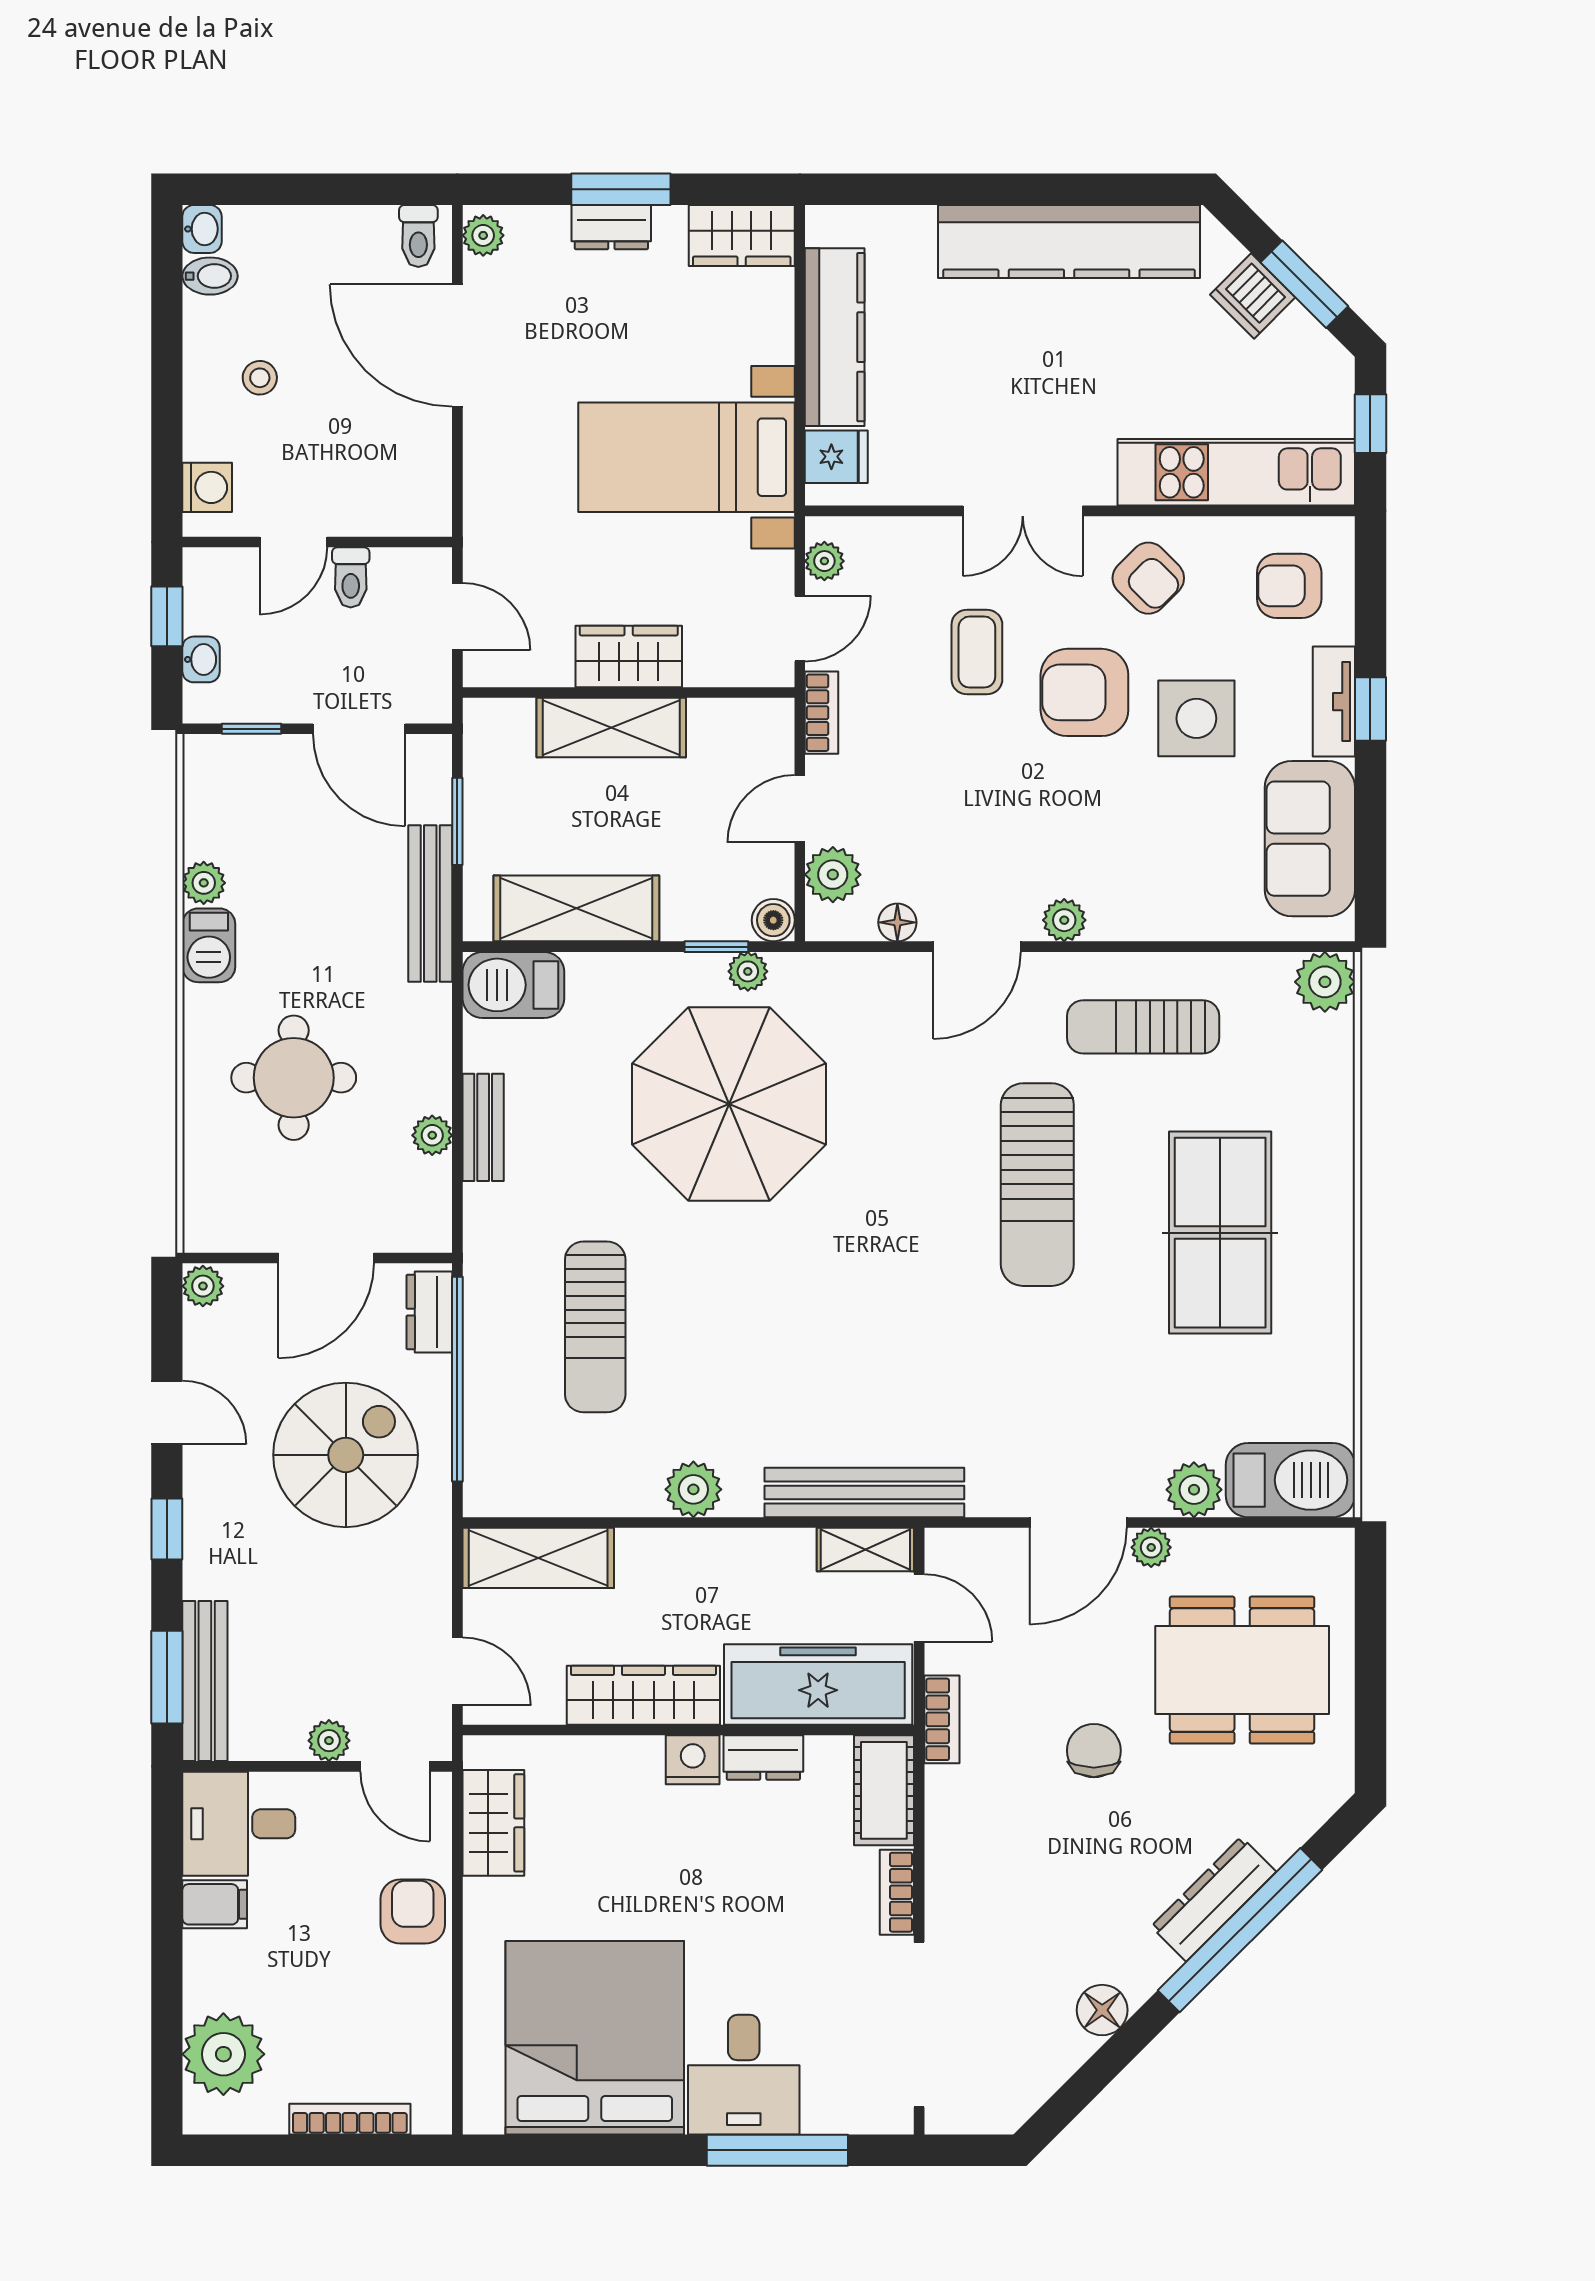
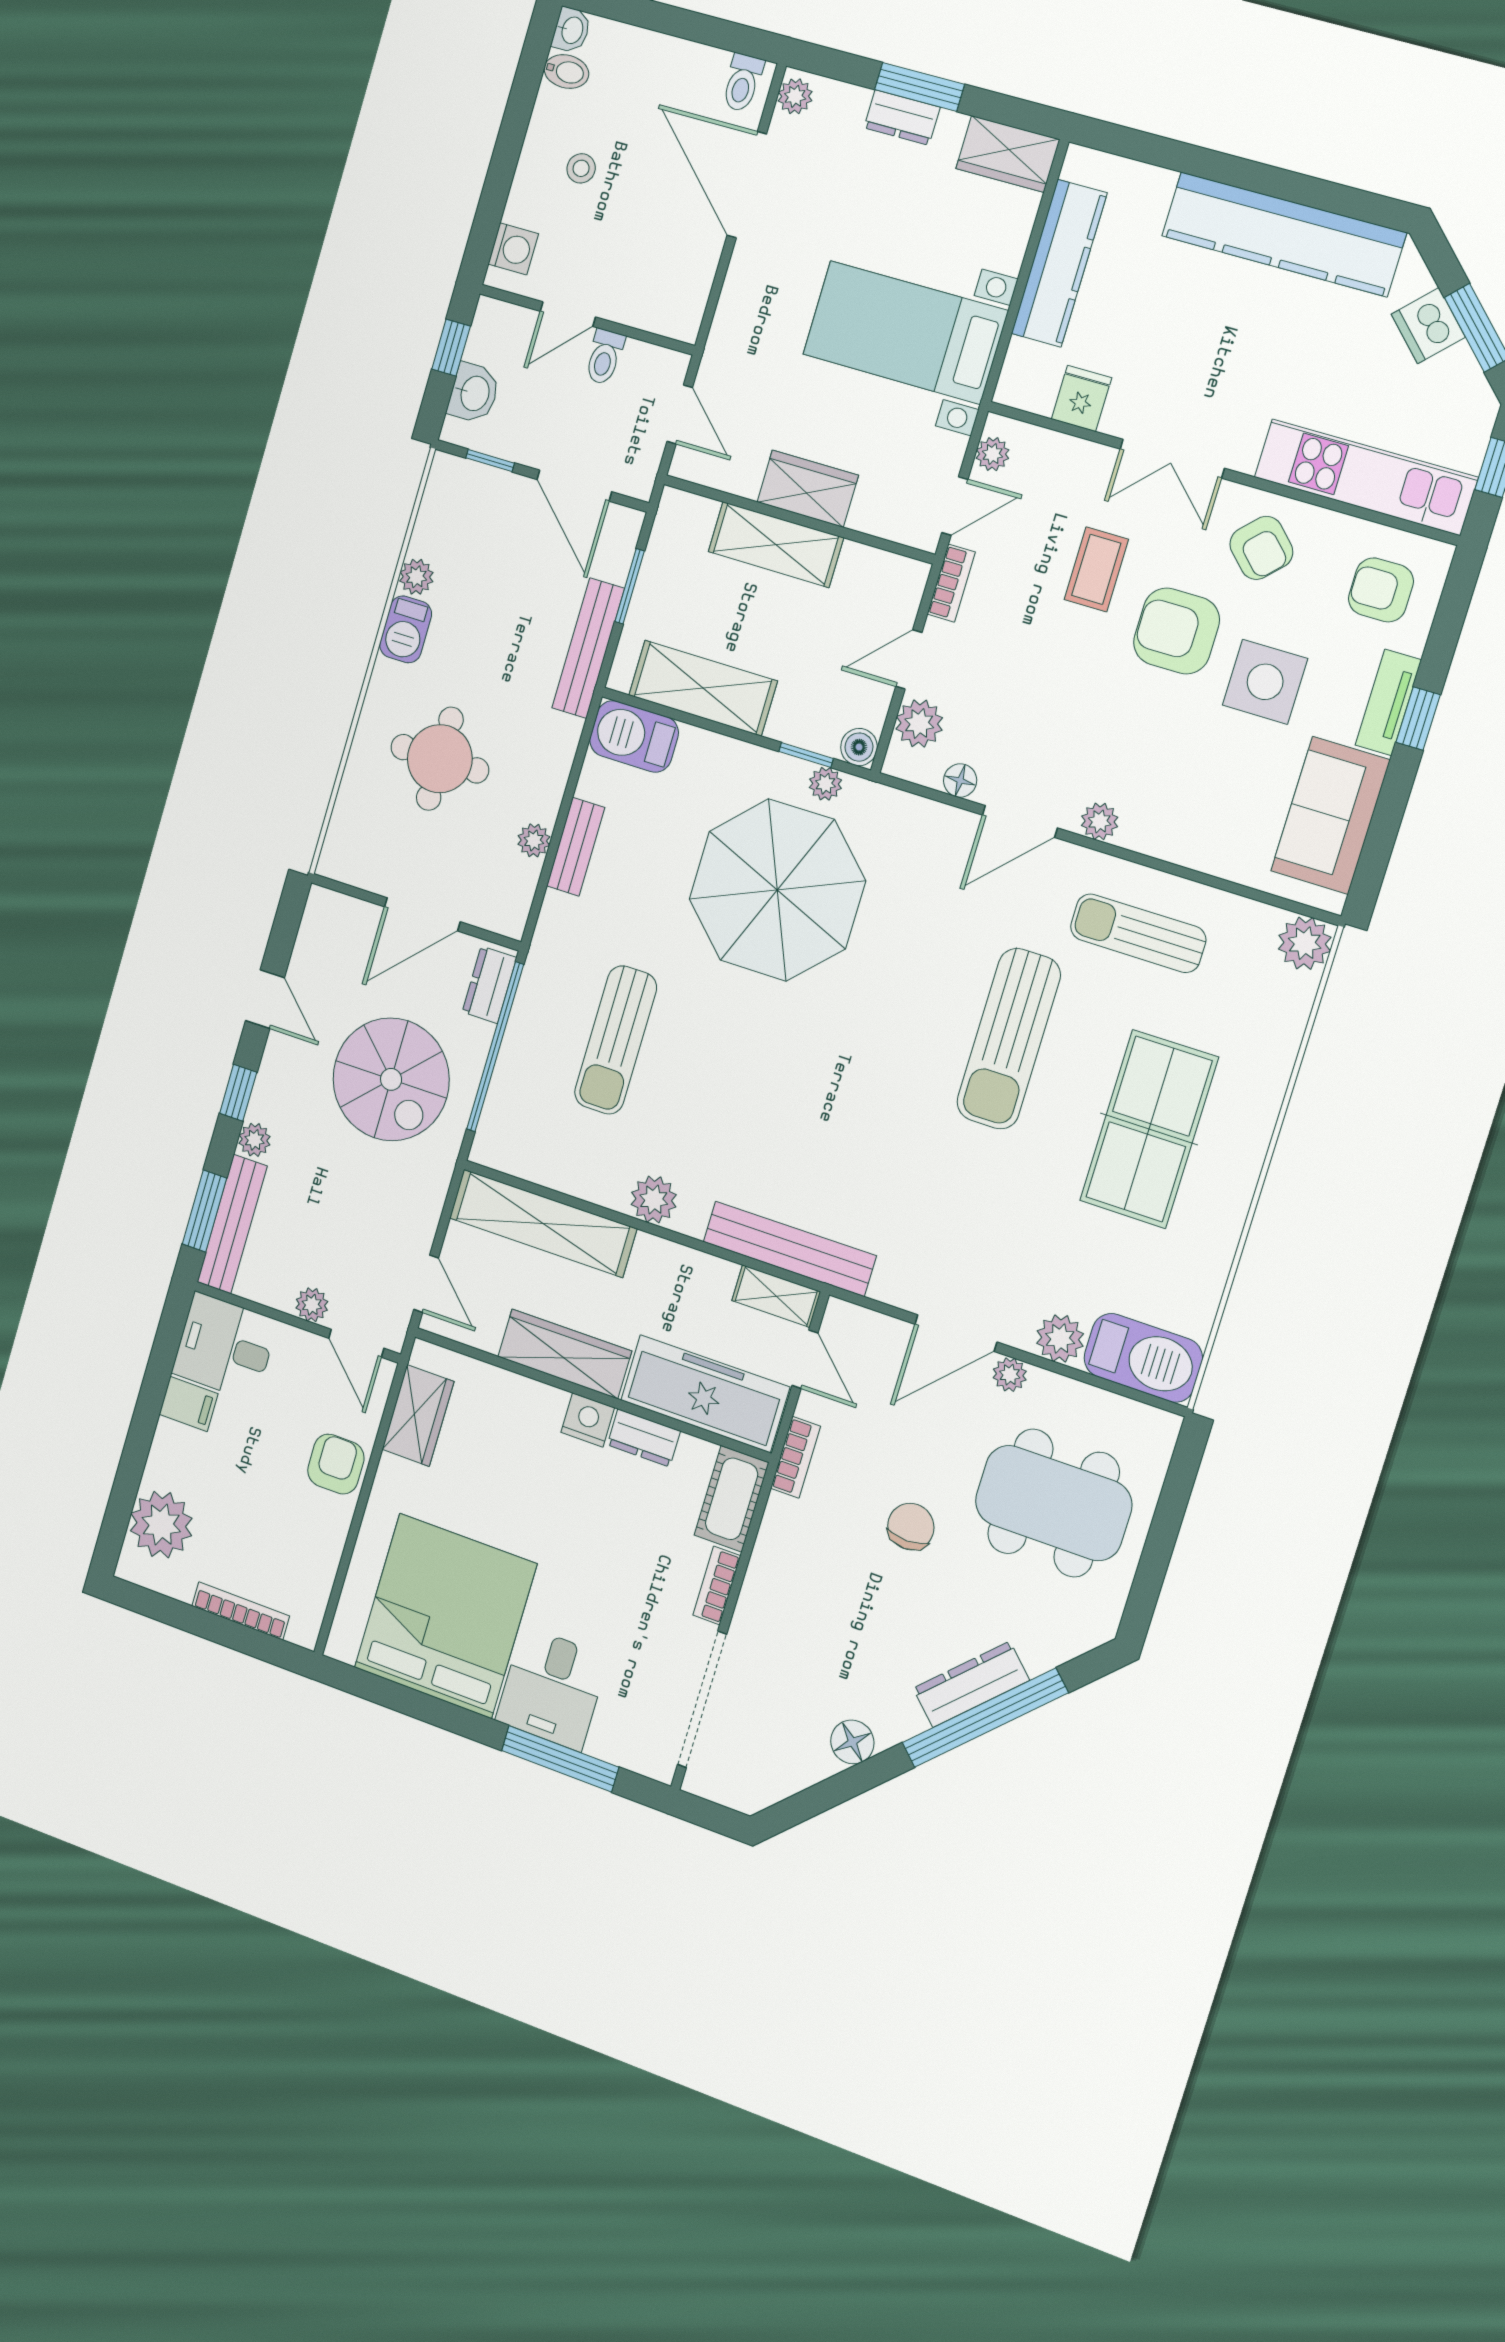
fridge: (836, 457) -> (1081, 398), moved, turned -90
washbasin: (201, 659) -> (474, 393), width x1.38, depth x1.45
plant: (203, 1286) -> (255, 1140), moved
spiral stairs: (346, 1455) -> (391, 1079), turned 90
shelving: (538, 1558) -> (543, 1223), width x1.47

